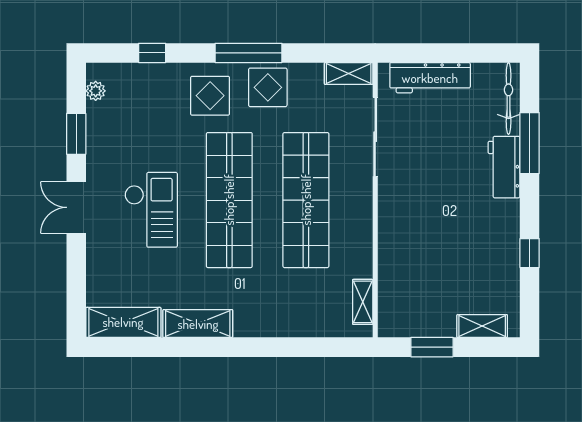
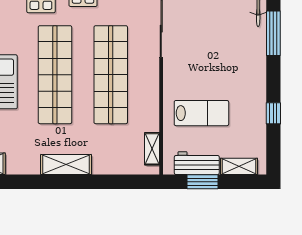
workbench: (504, 167) -> (197, 163), moved, turned 90
lab bench: (431, 253) -> (201, 113), added
shelving: (198, 324) -> (66, 165), moved

